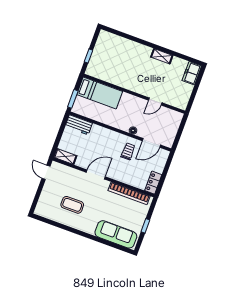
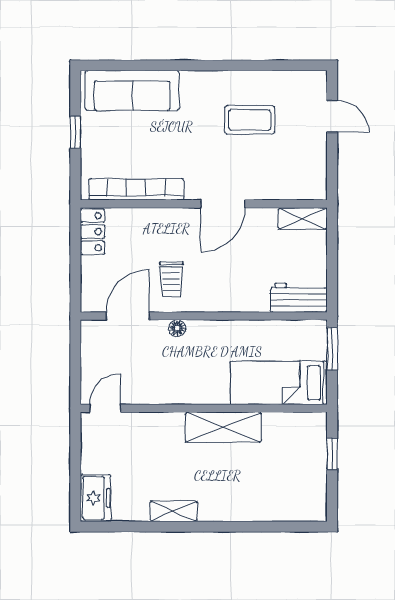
shelving: (129, 83) -> (223, 427), added
door: (155, 101) -> (105, 408), moved
door: (46, 172) -> (332, 116), moved

